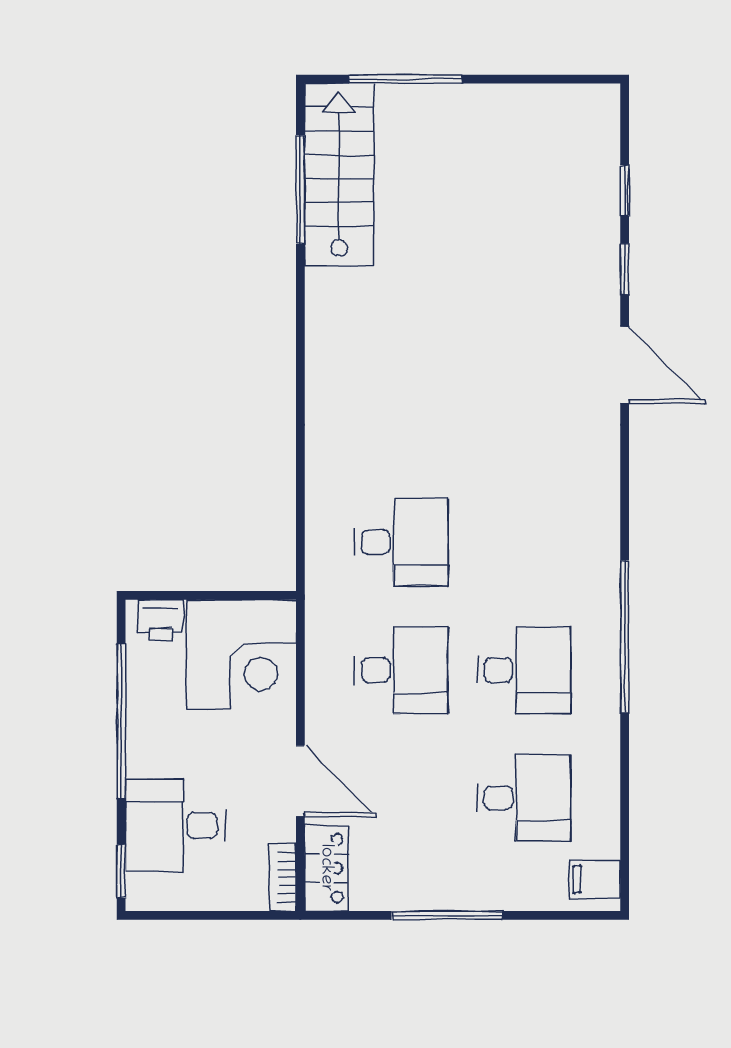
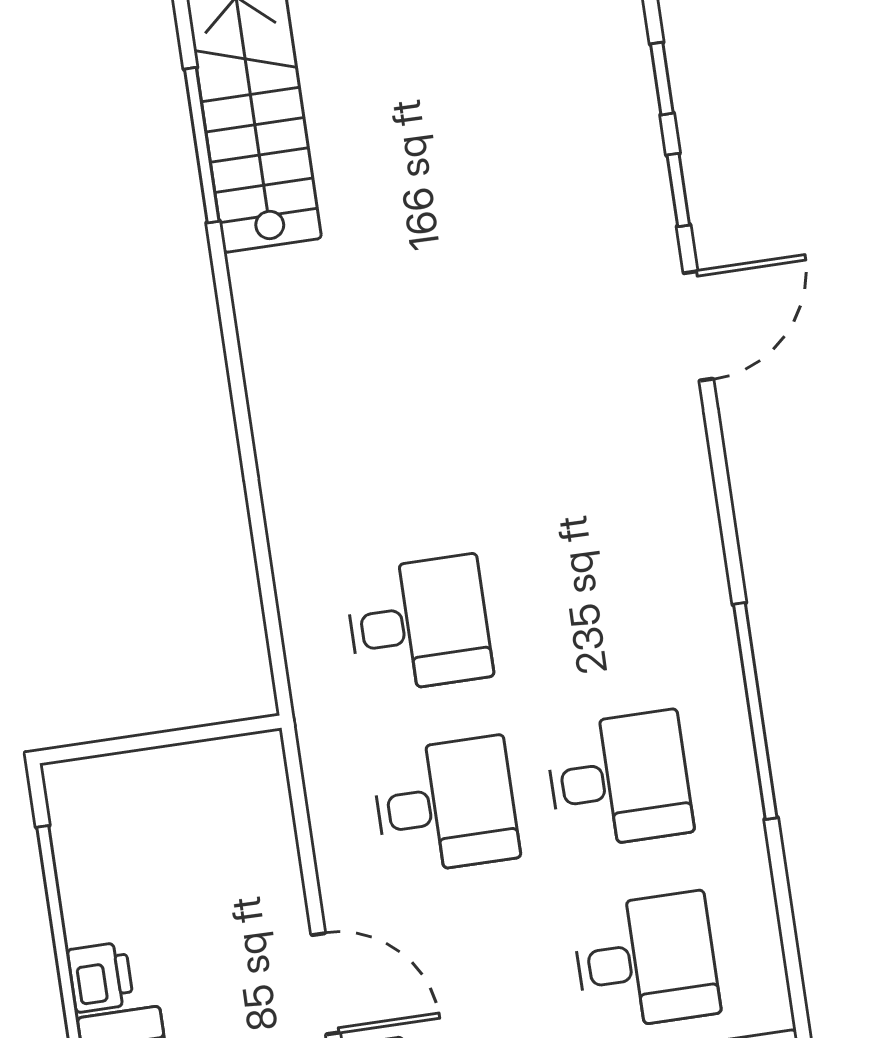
door: (625, 365) -> (698, 326), hinge flipped
printer: (161, 620) -> (101, 977), moved, turned -90
corner desk: (241, 654) -> (215, 817), removed

